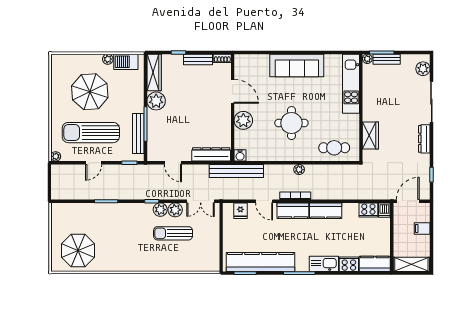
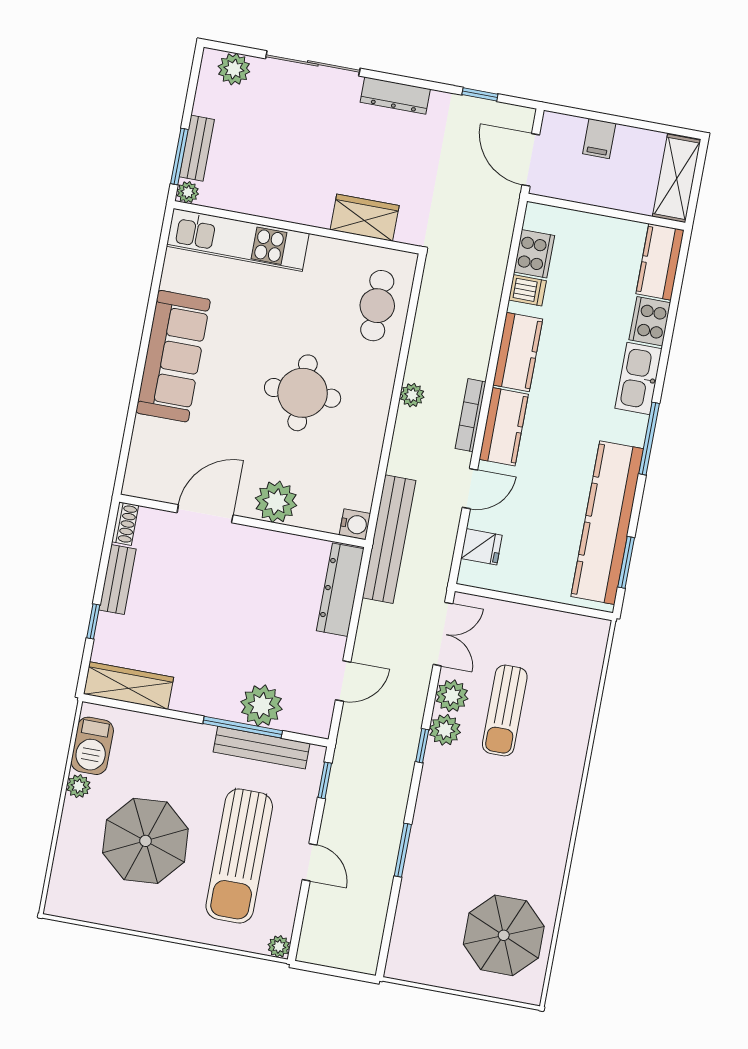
plant: (156, 101) -> (261, 706), moved
dishwasher: (384, 210) -> (527, 290), moved

